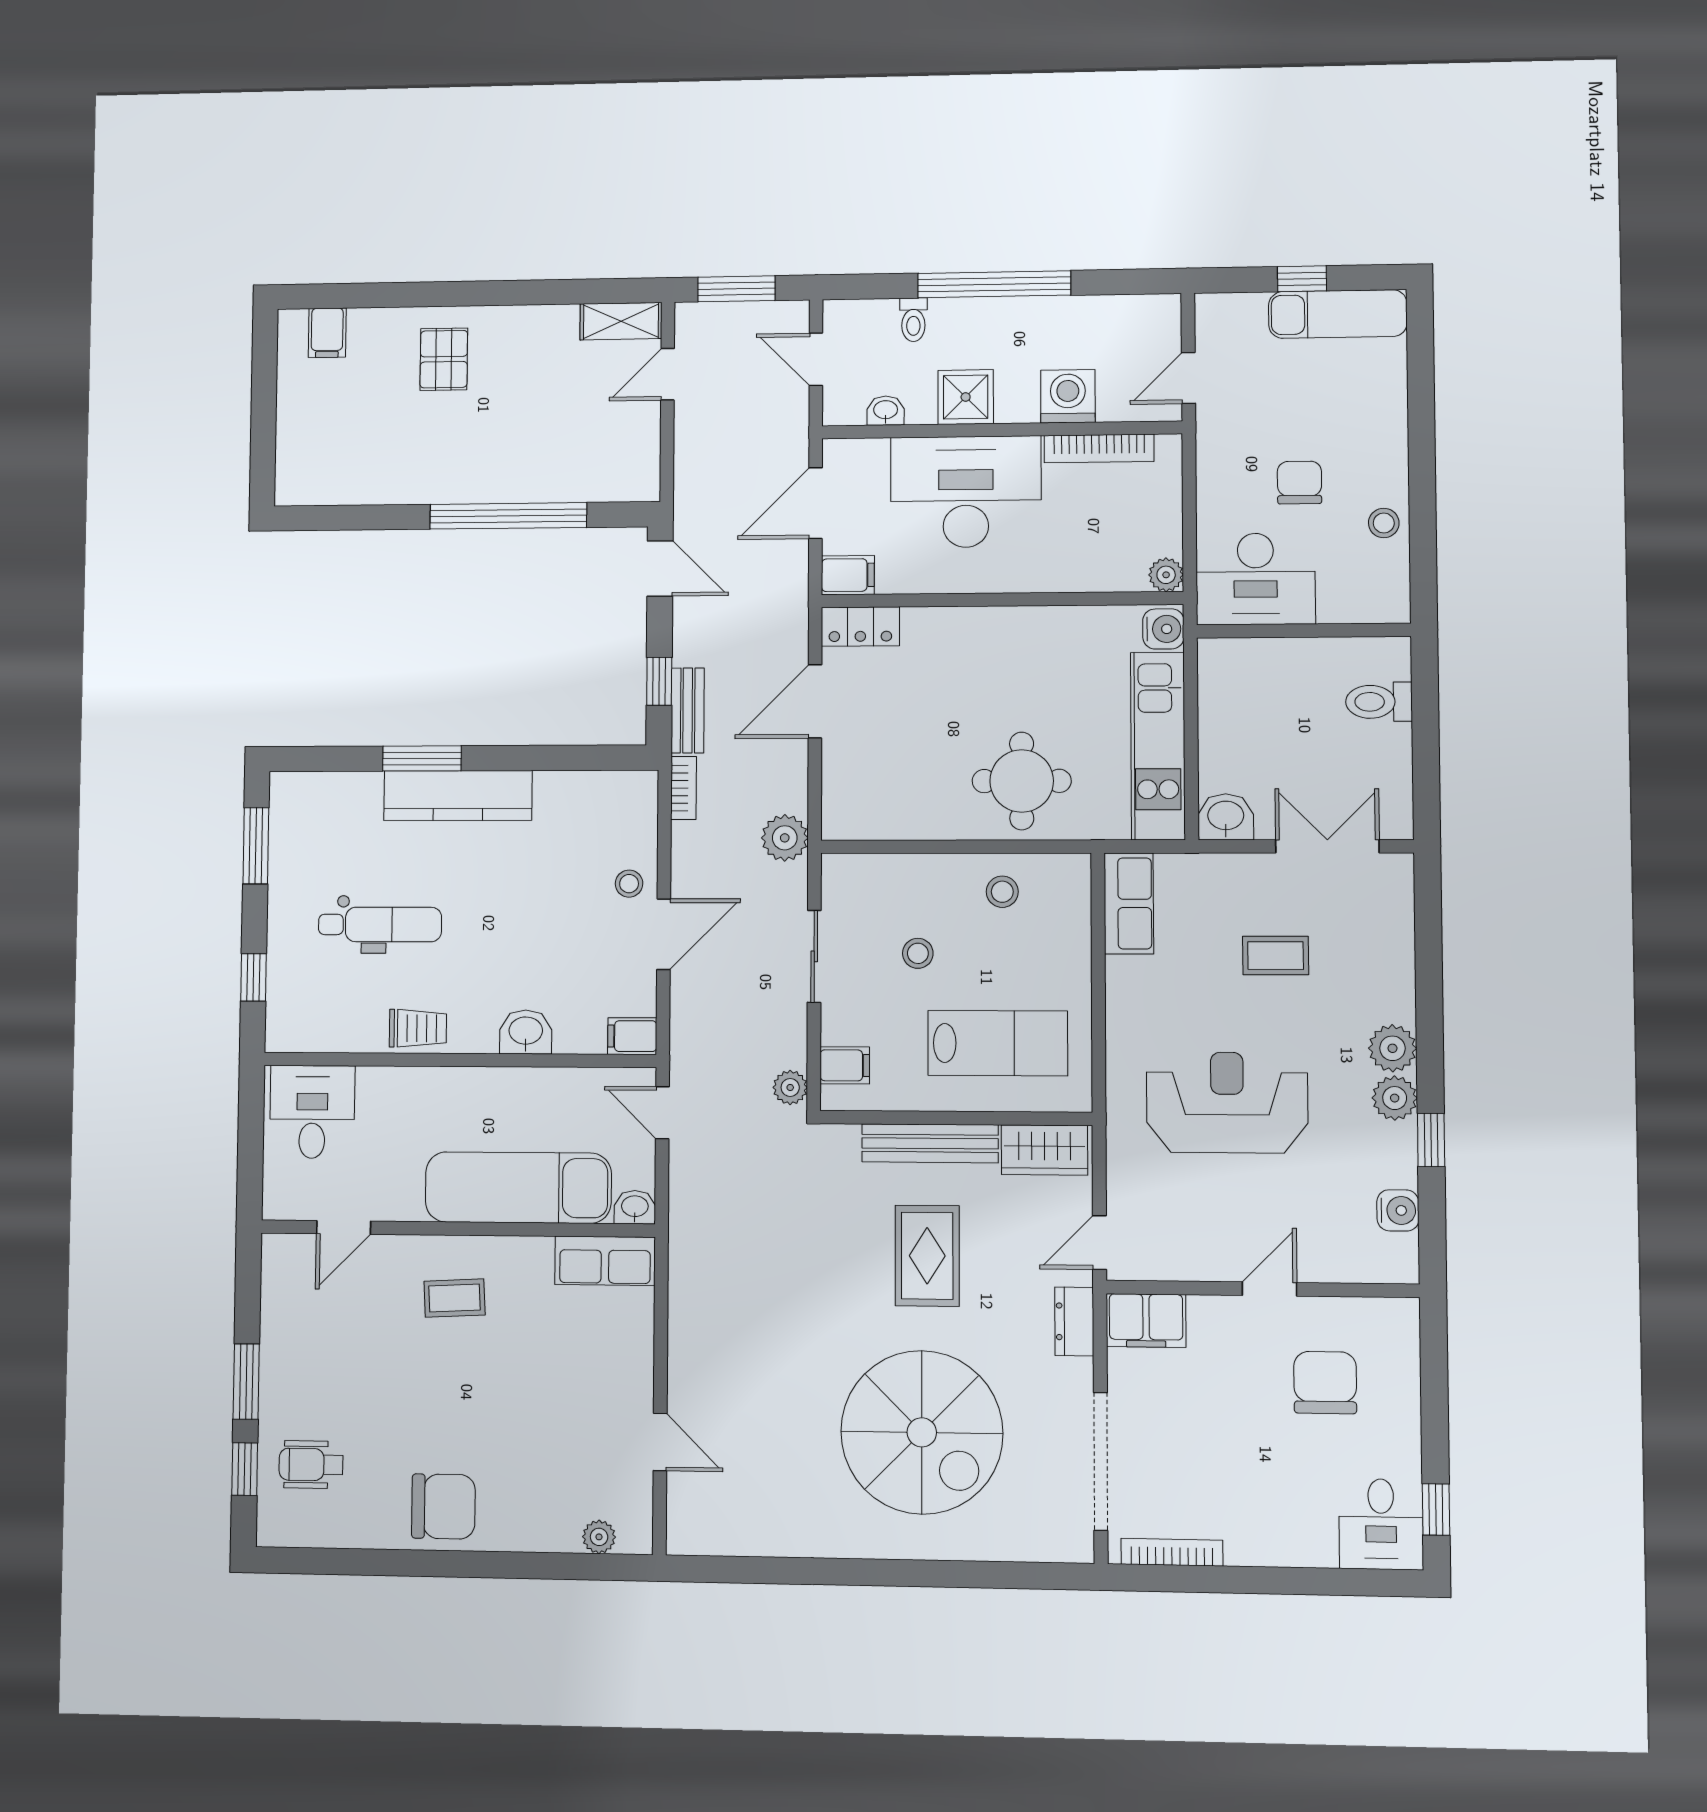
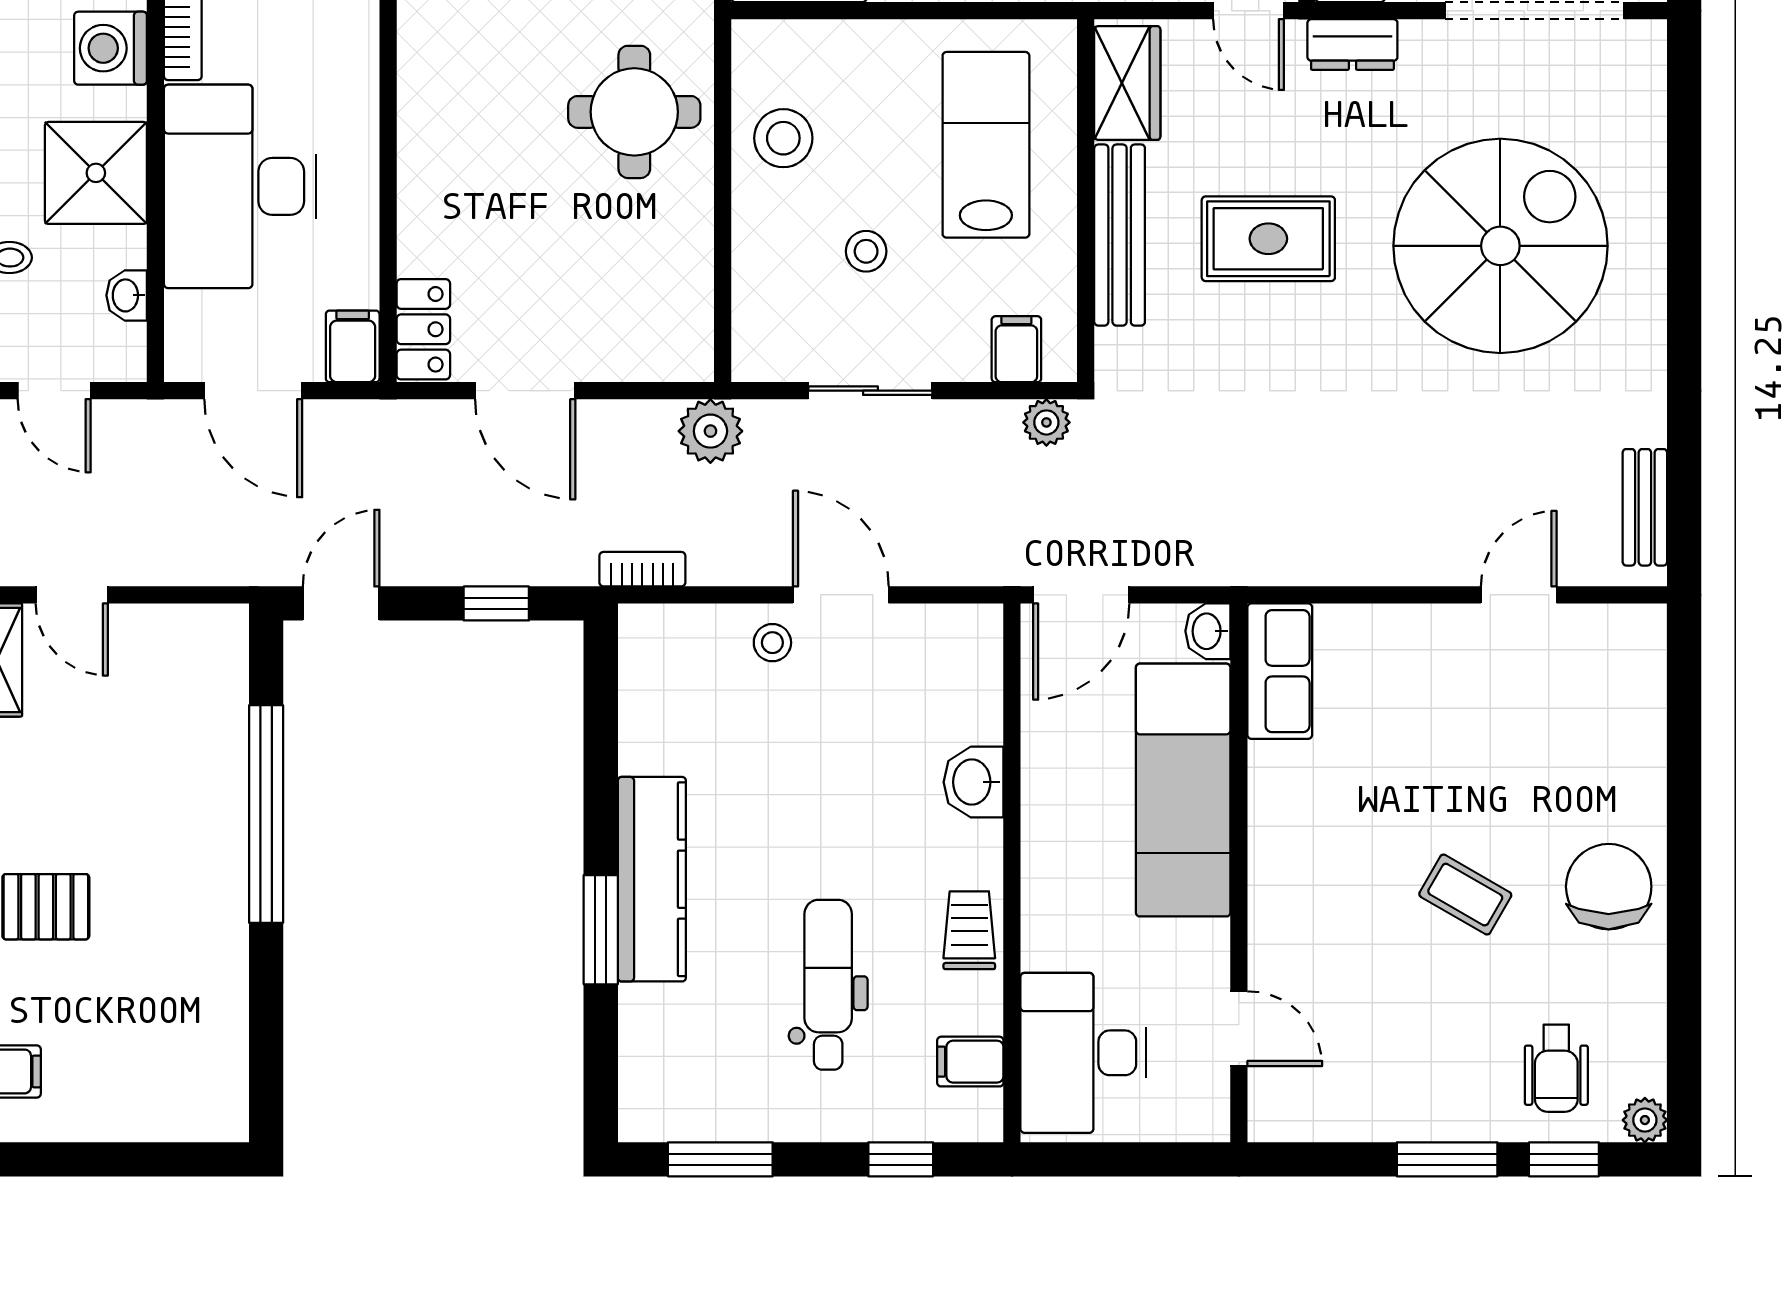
door: (816, 359) -> (54, 391), hinge flipped
shower: (966, 397) -> (96, 173), width x1.36, depth x1.36
bench: (688, 710) -> (1645, 507), moved, turned 90
stool: (1002, 892) -> (783, 138), width x1.37, depth x1.37
filing cabinet: (632, 1036) -> (970, 1062), moved, turned 90
desk: (312, 1112) -> (1083, 1053), width x1.37
door: (662, 1113) -> (1081, 595), width x1.38
coffee table: (454, 1298) -> (1465, 895), moved, turned -57
plant: (599, 1537) -> (1645, 1120), moved

